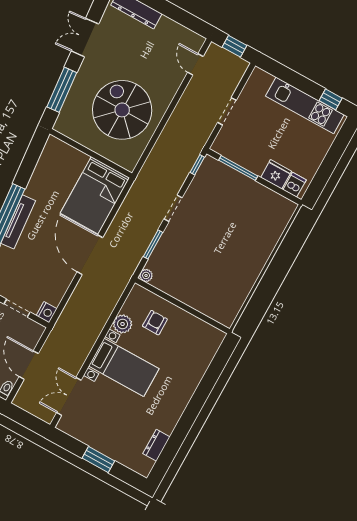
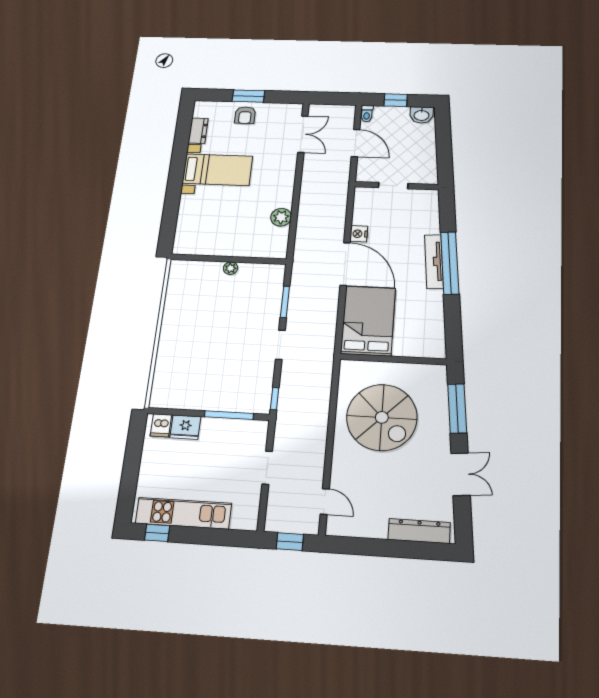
plant: (146, 275) -> (231, 268), moved
nightstand: (47, 312) -> (359, 234), moved
armchair: (155, 323) -> (245, 115), moved
bed with nightstands: (124, 367) -> (217, 170), moved, turned 180

